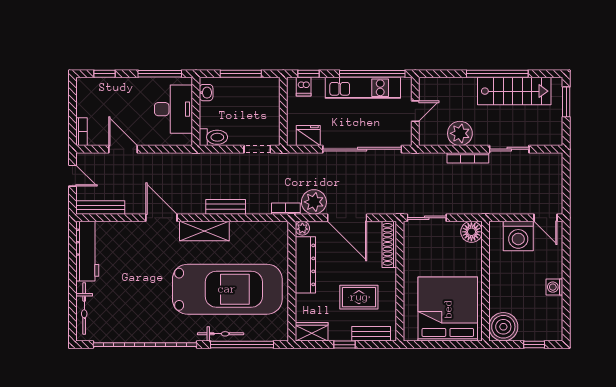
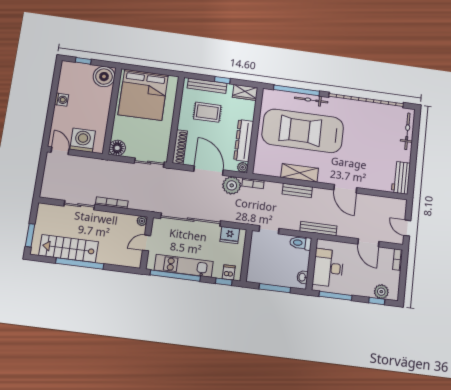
plant: (100, 87) -> (381, 292), added
plant: (460, 133) -> (142, 221), moved, width x0.53, depth x0.53
bench: (100, 207) -> (318, 229), moved
shelving: (204, 231) -> (300, 173), moved
workbench: (87, 251) -> (401, 178), width x0.73
bench: (371, 334) -> (207, 86), width x1.36

